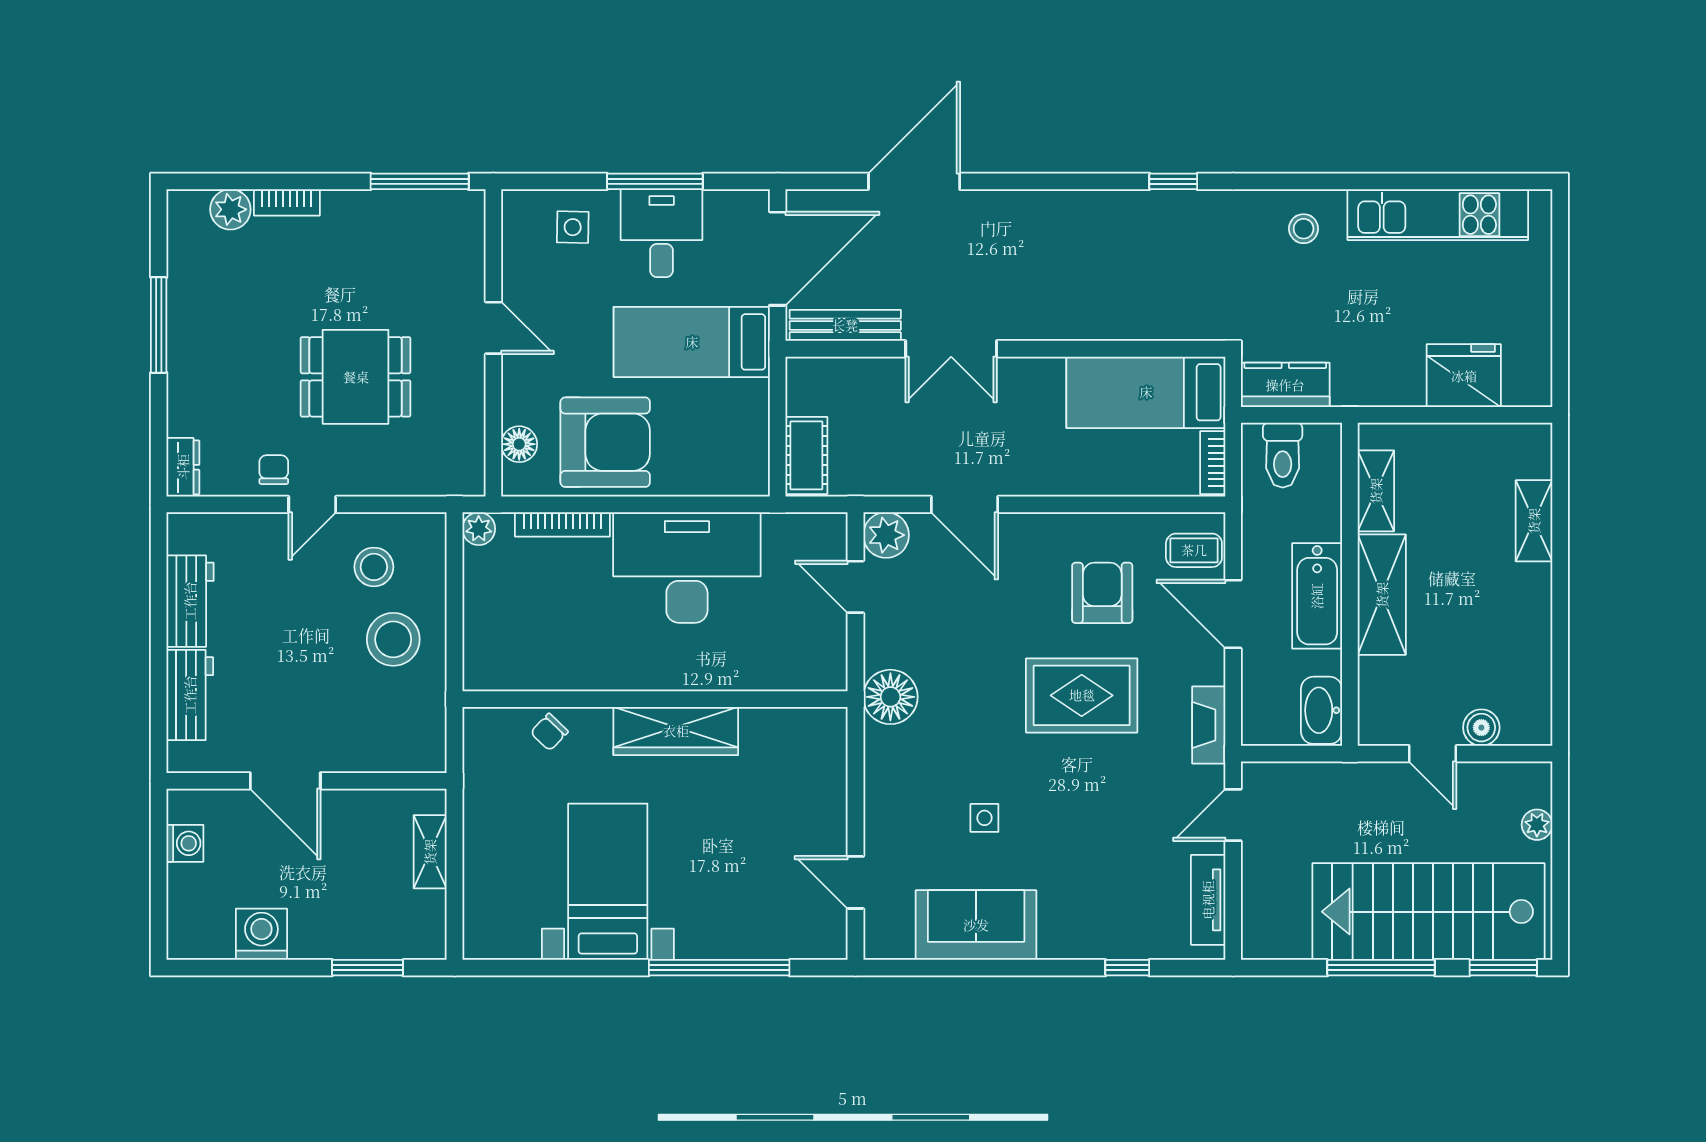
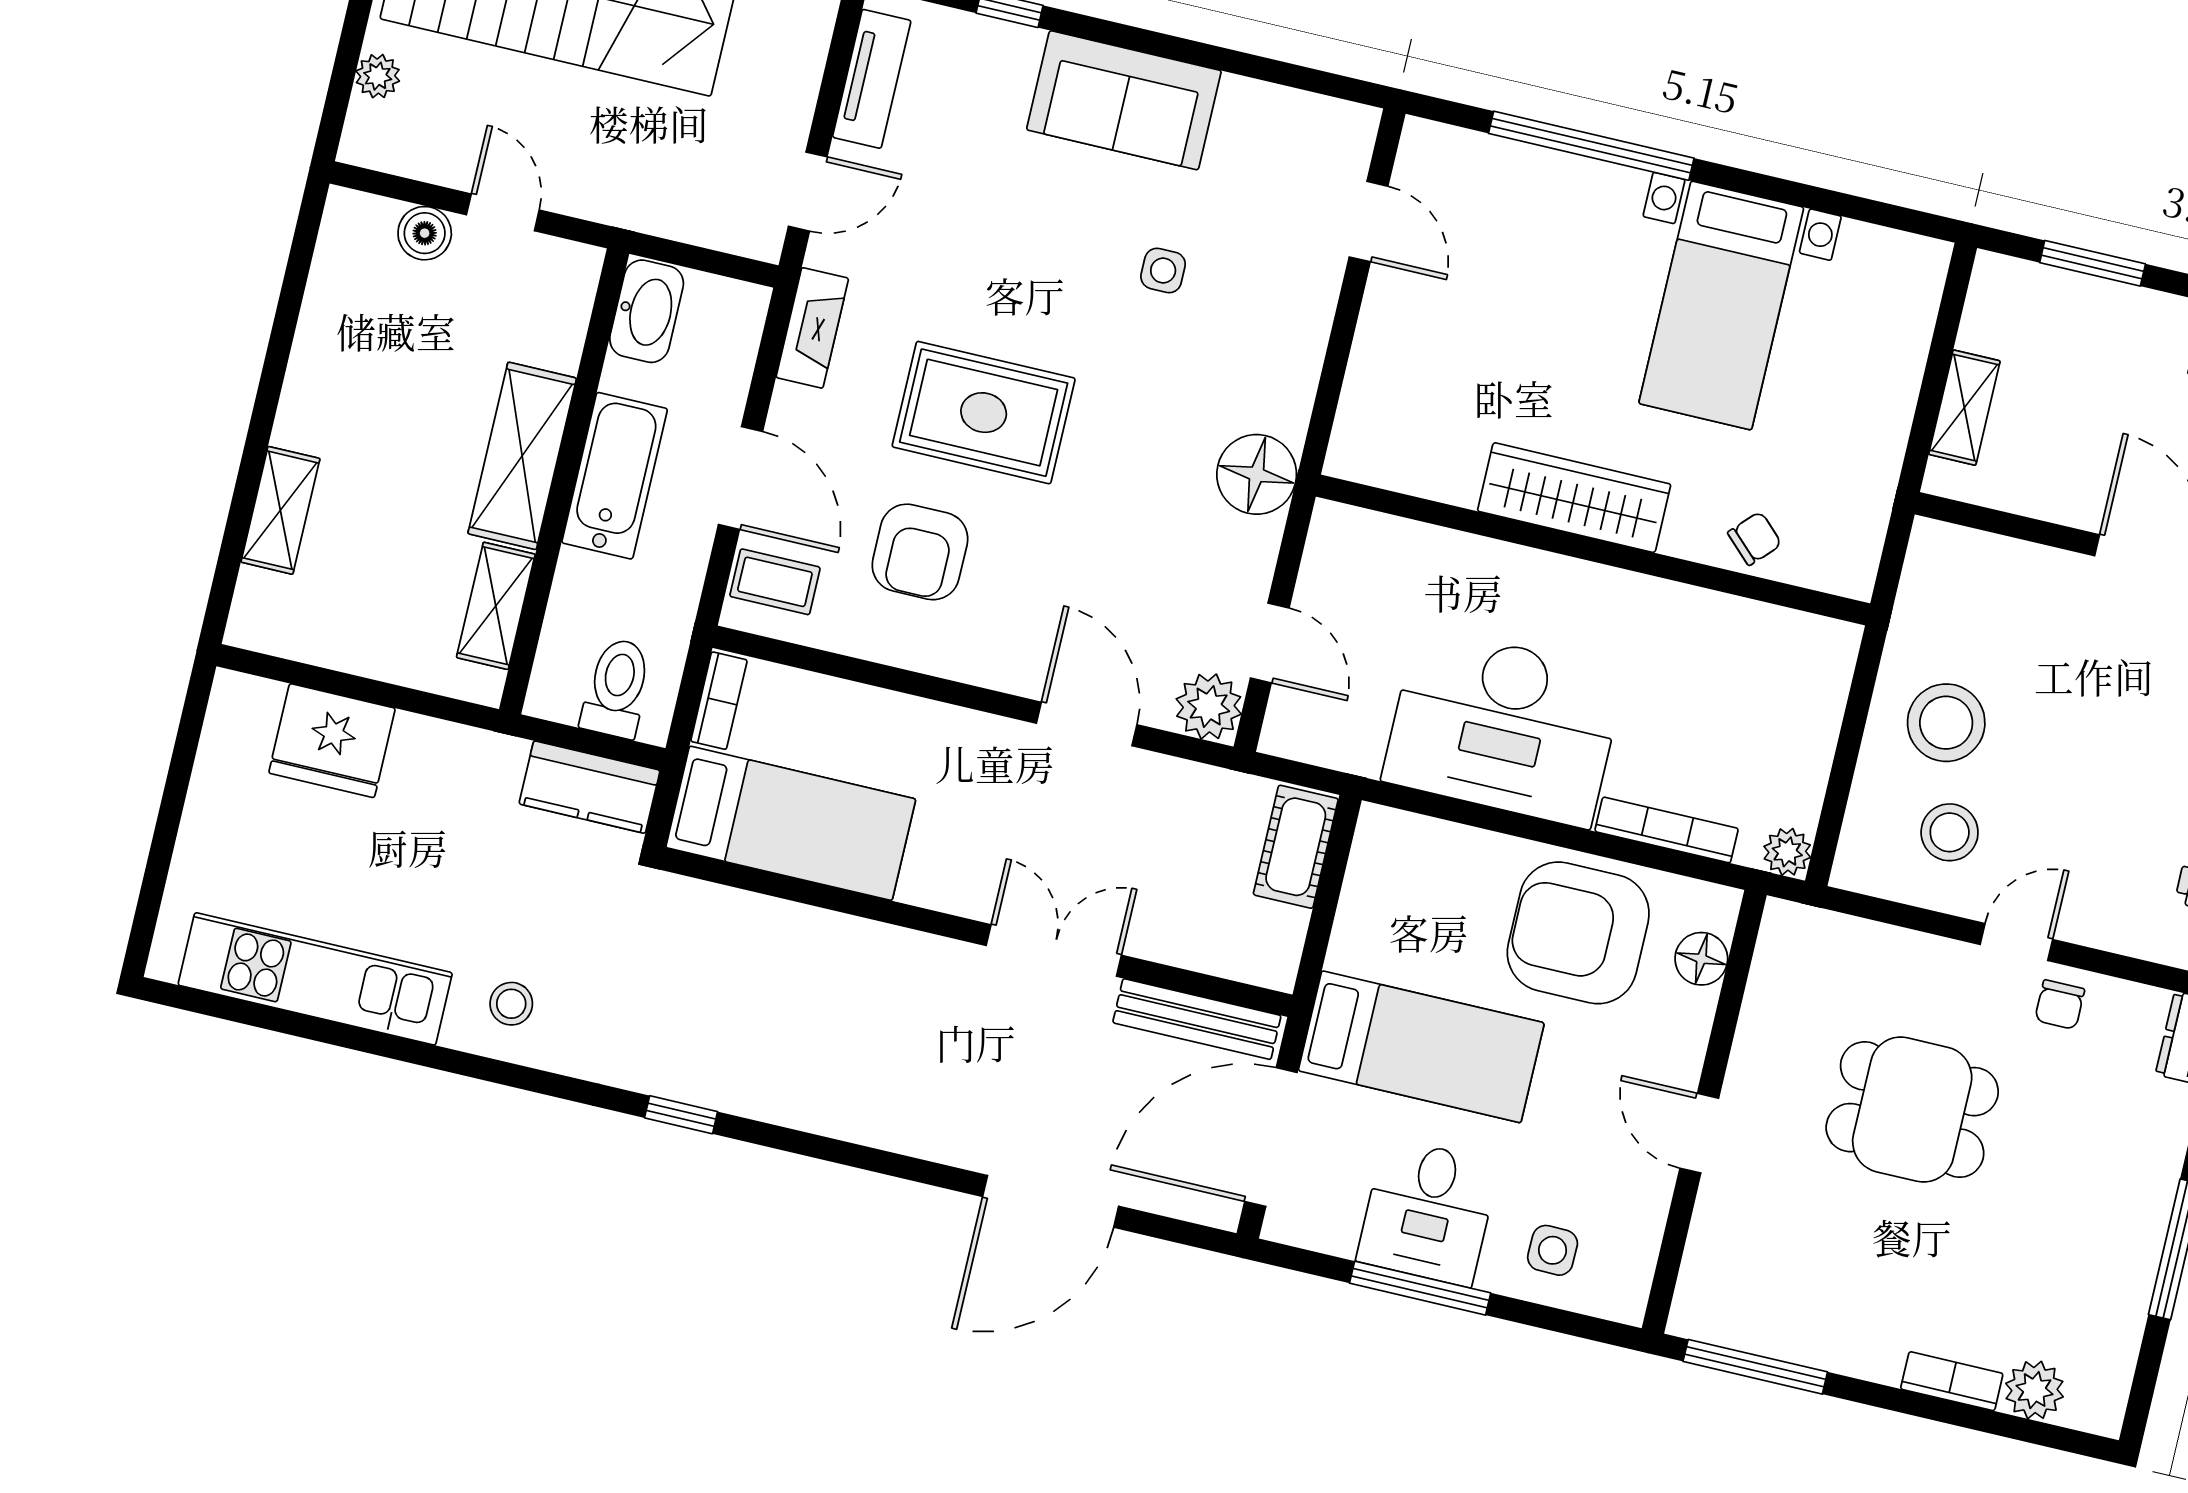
sofa: (976, 925) -> (1124, 100), moved

